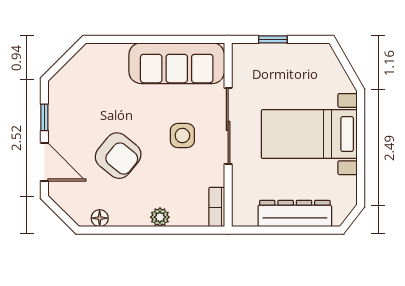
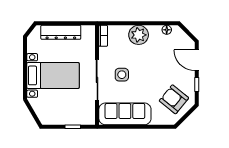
armchair: (118, 156) -> (174, 99), moved
plant: (160, 217) -> (139, 35), width x1.88, depth x1.88

